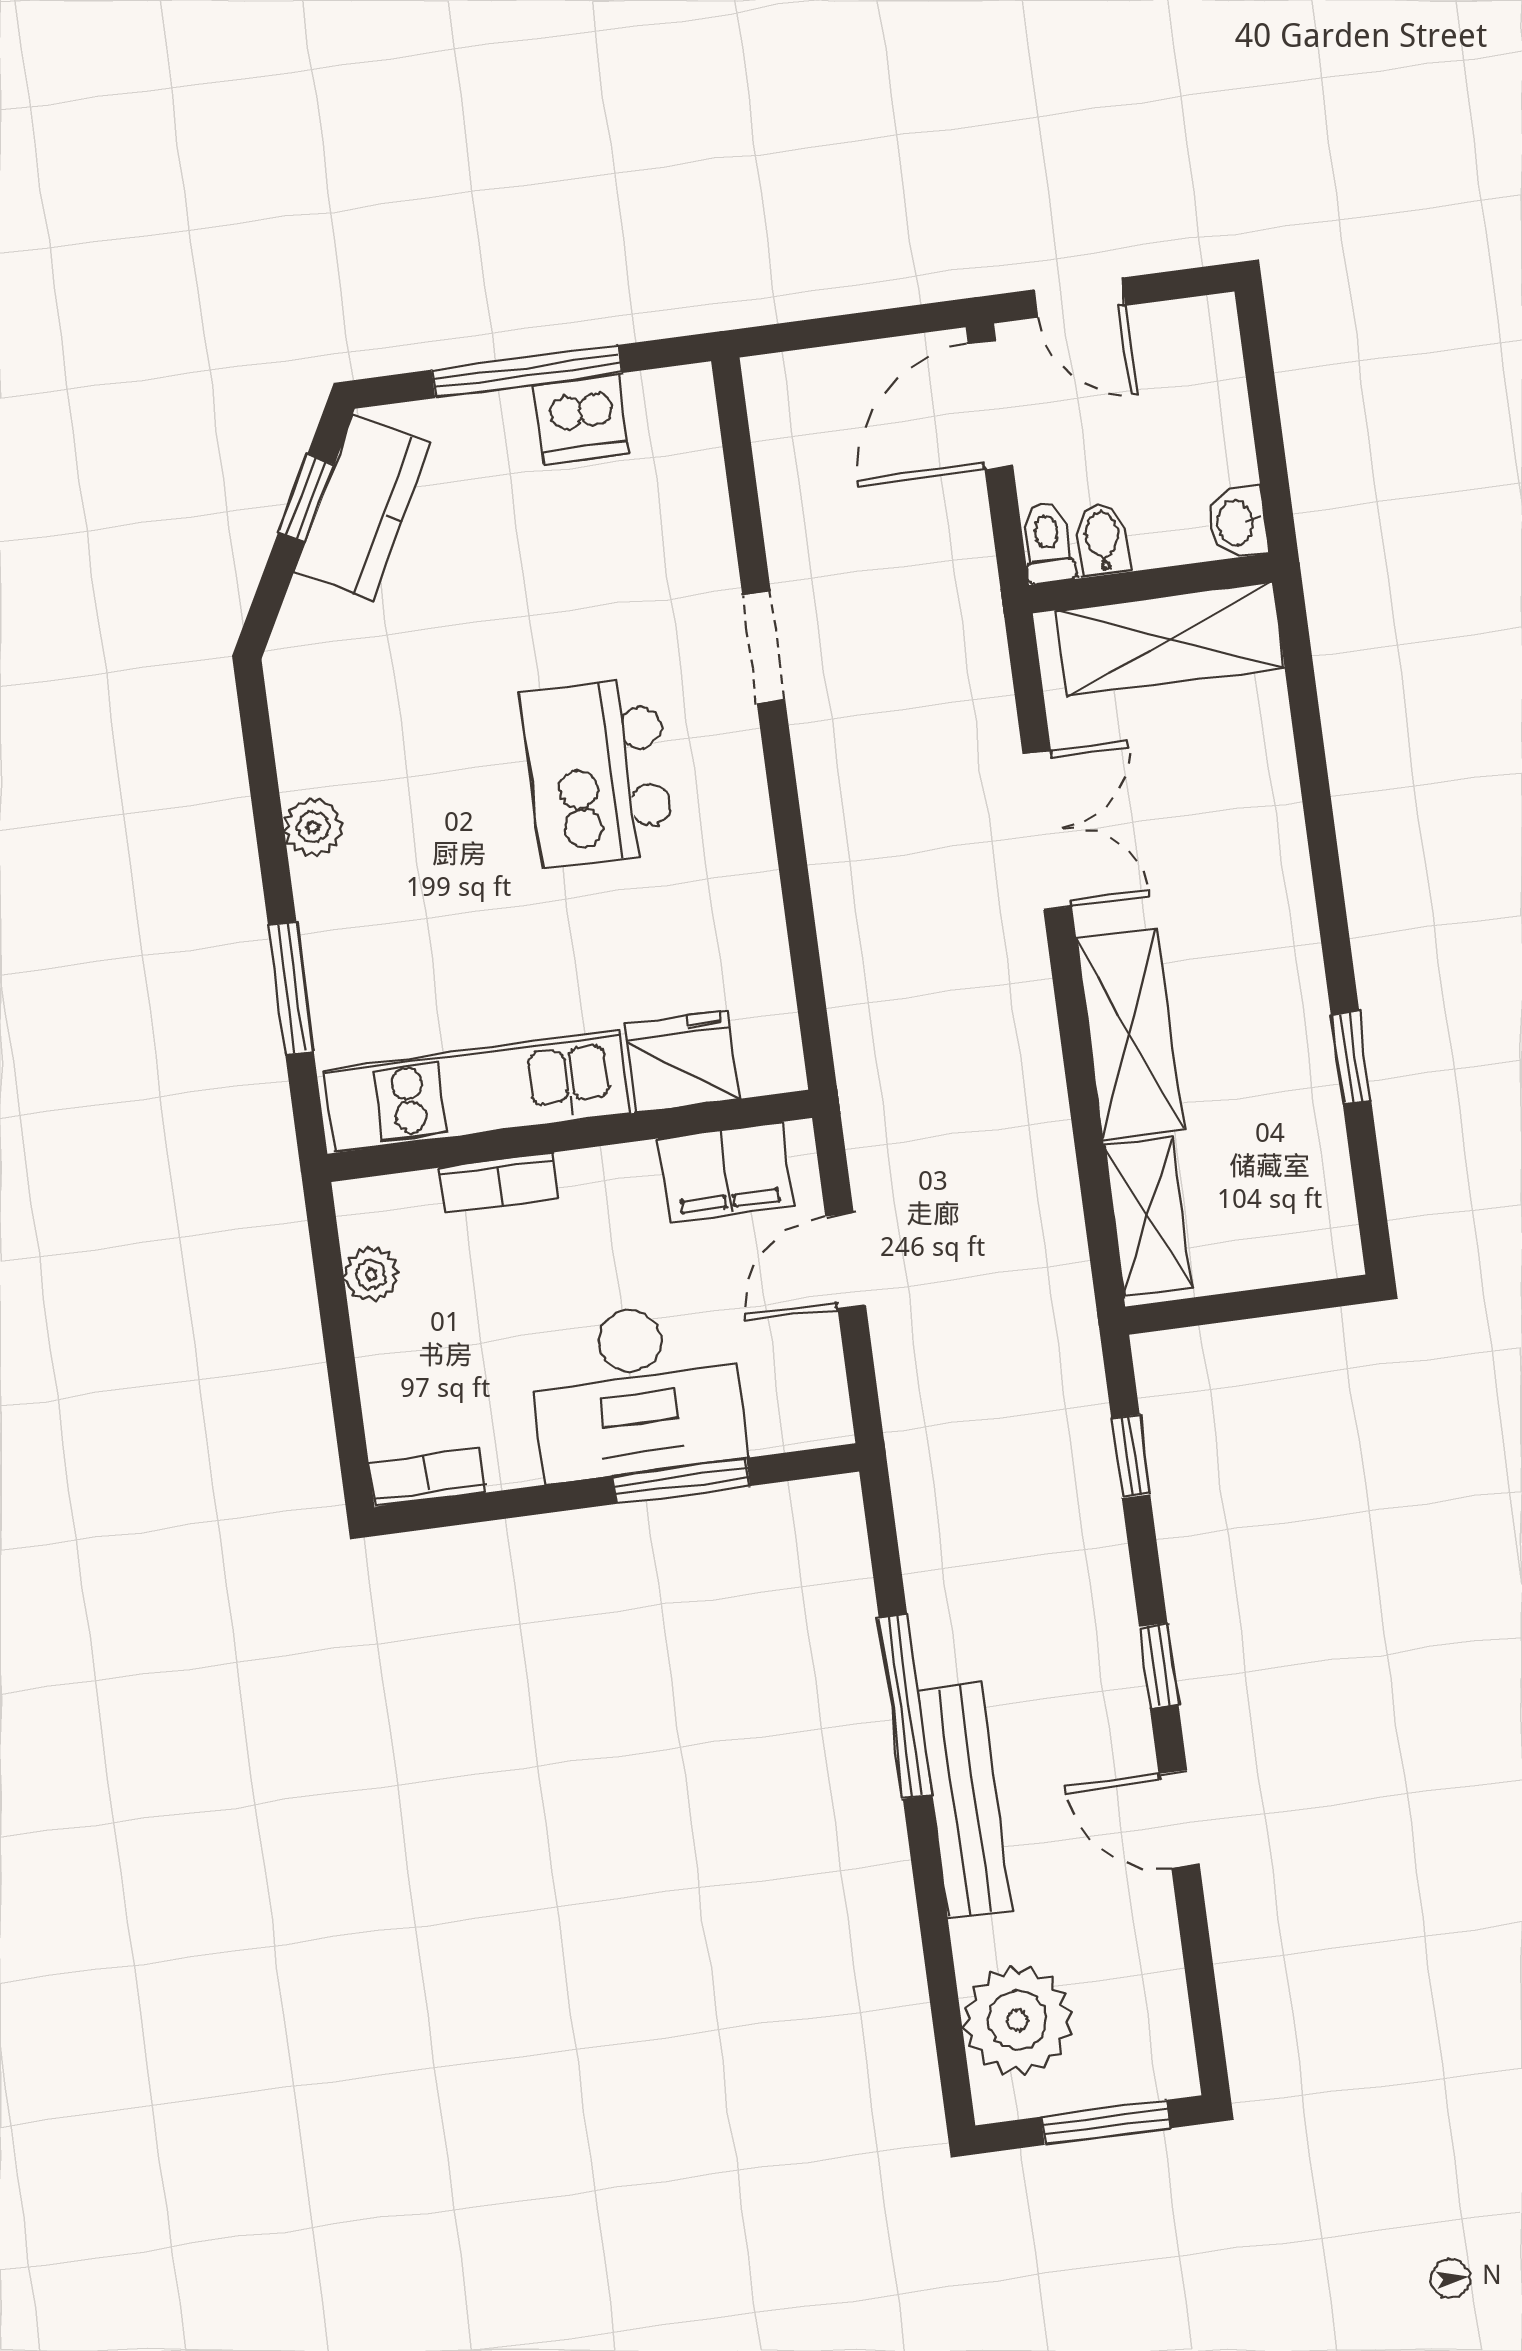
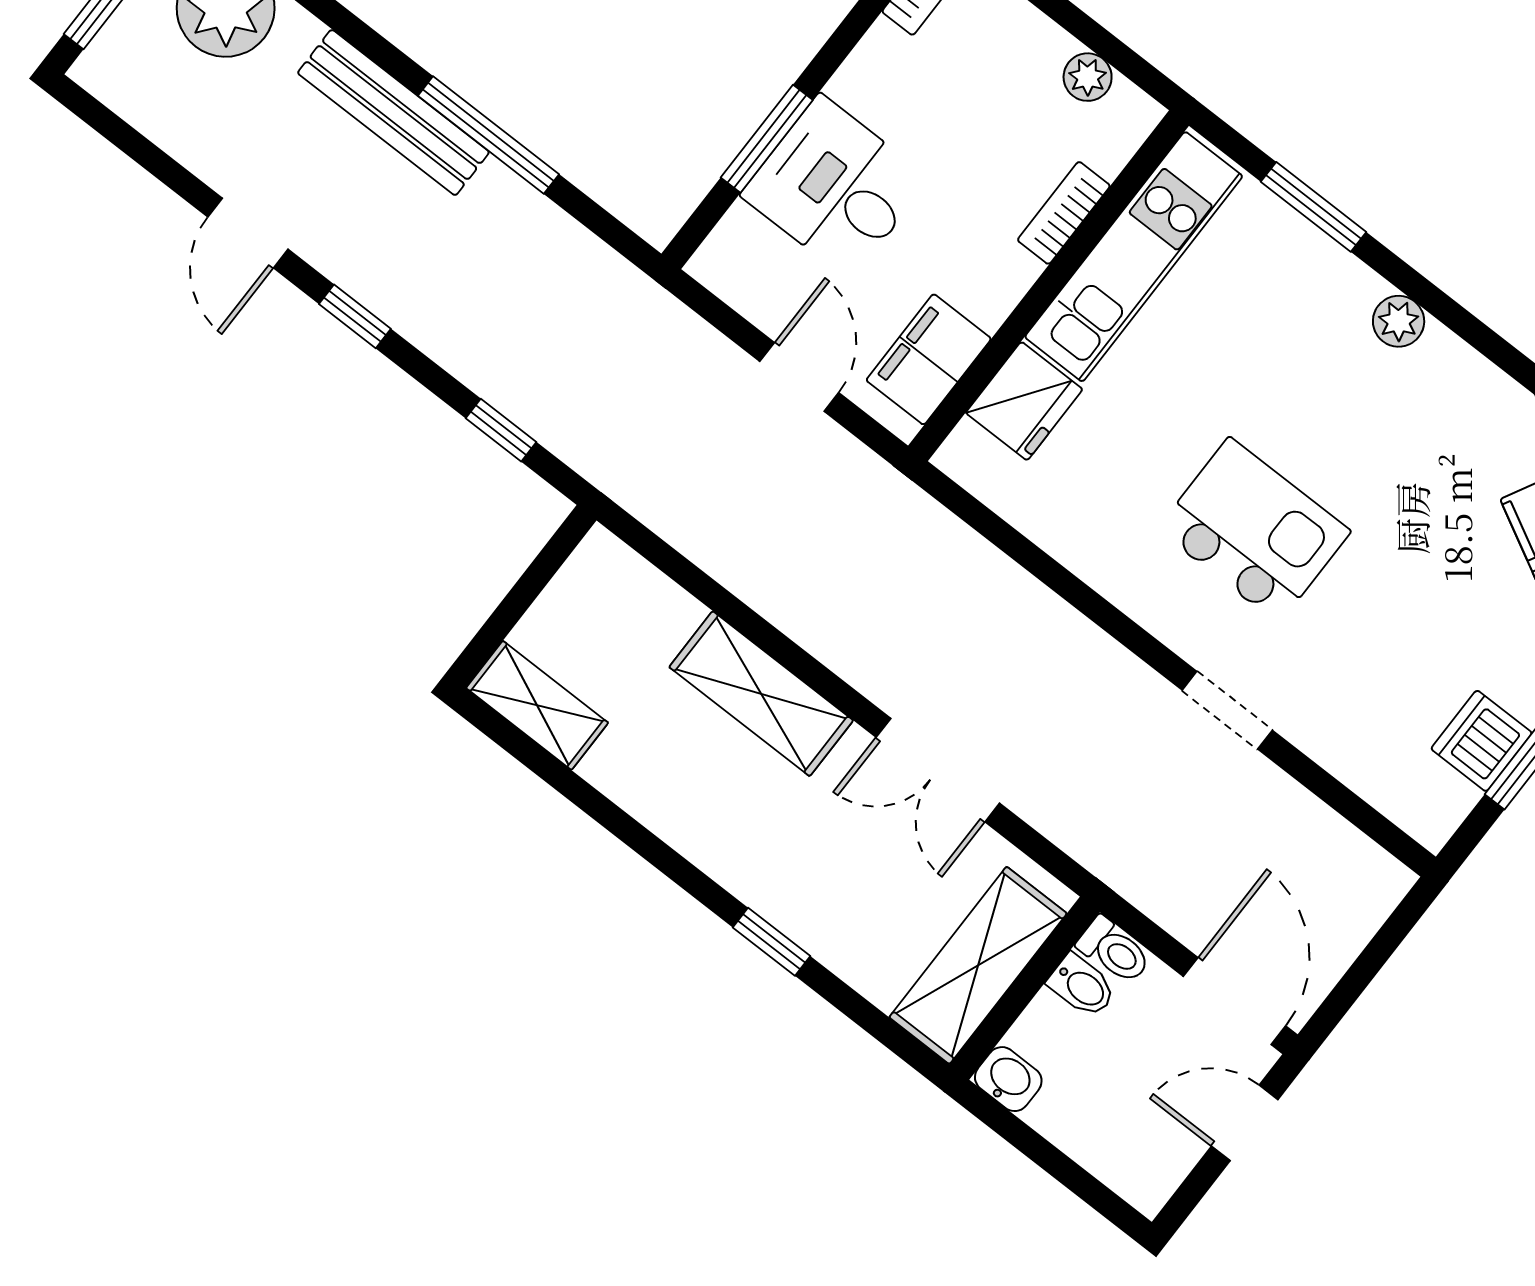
window: (1351, 1058) -> (771, 942), moved
shelving: (1148, 1217) -> (537, 705), moved
desk: (637, 1391) -> (835, 187), width x0.73
door: (1179, 1819) -> (248, 233), swing flipped

